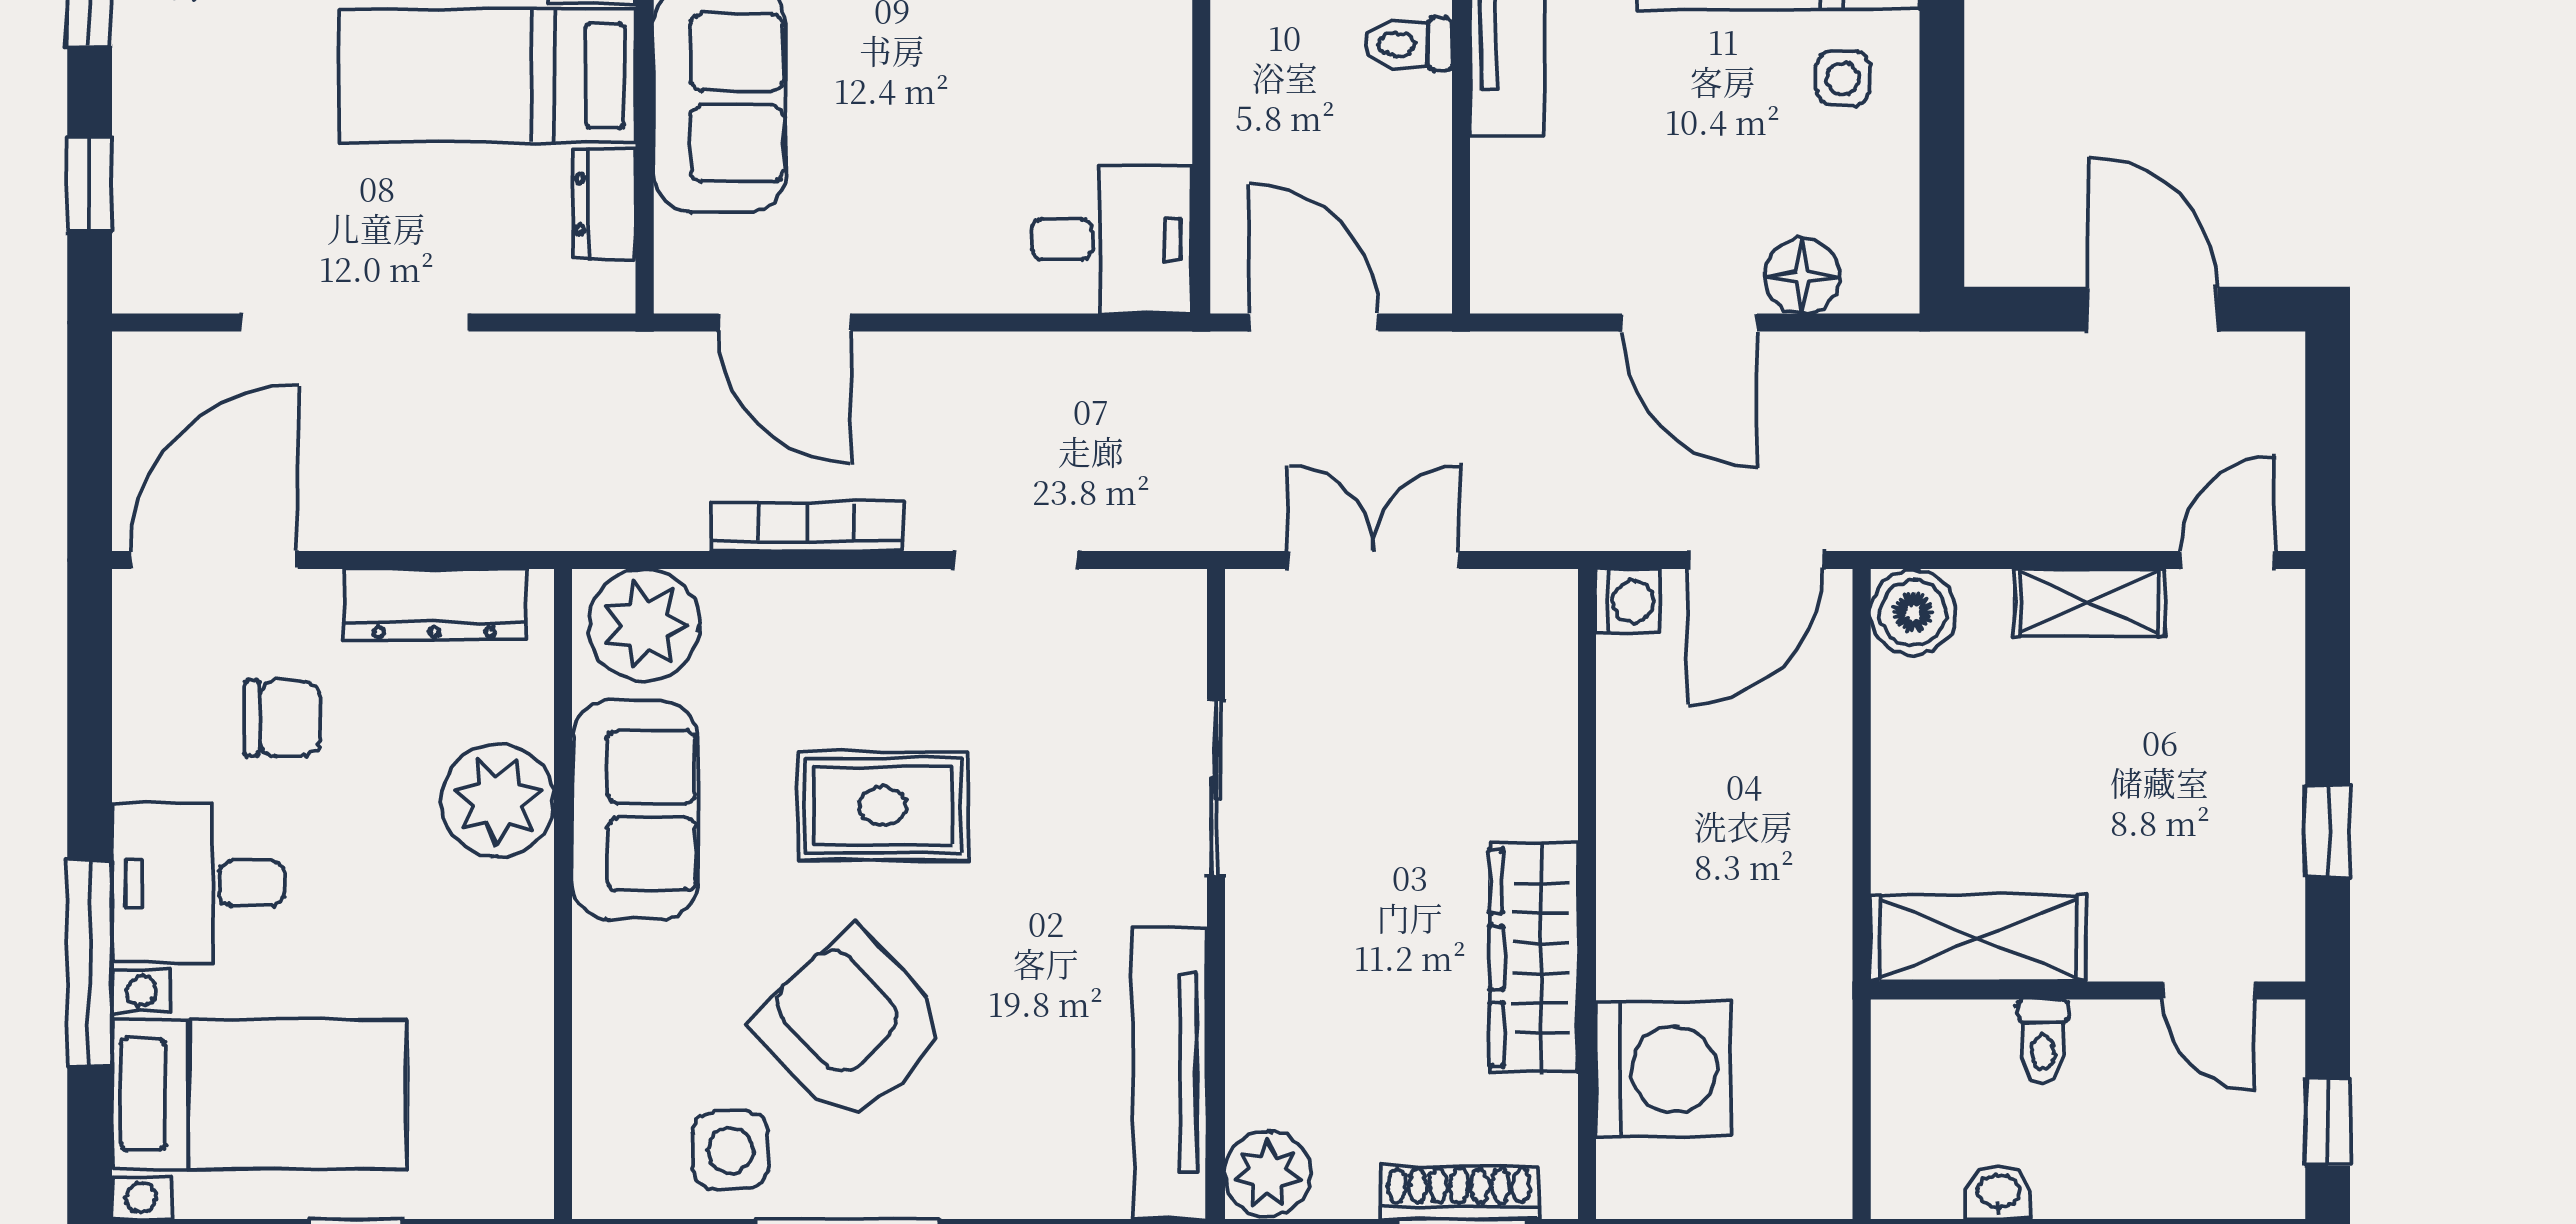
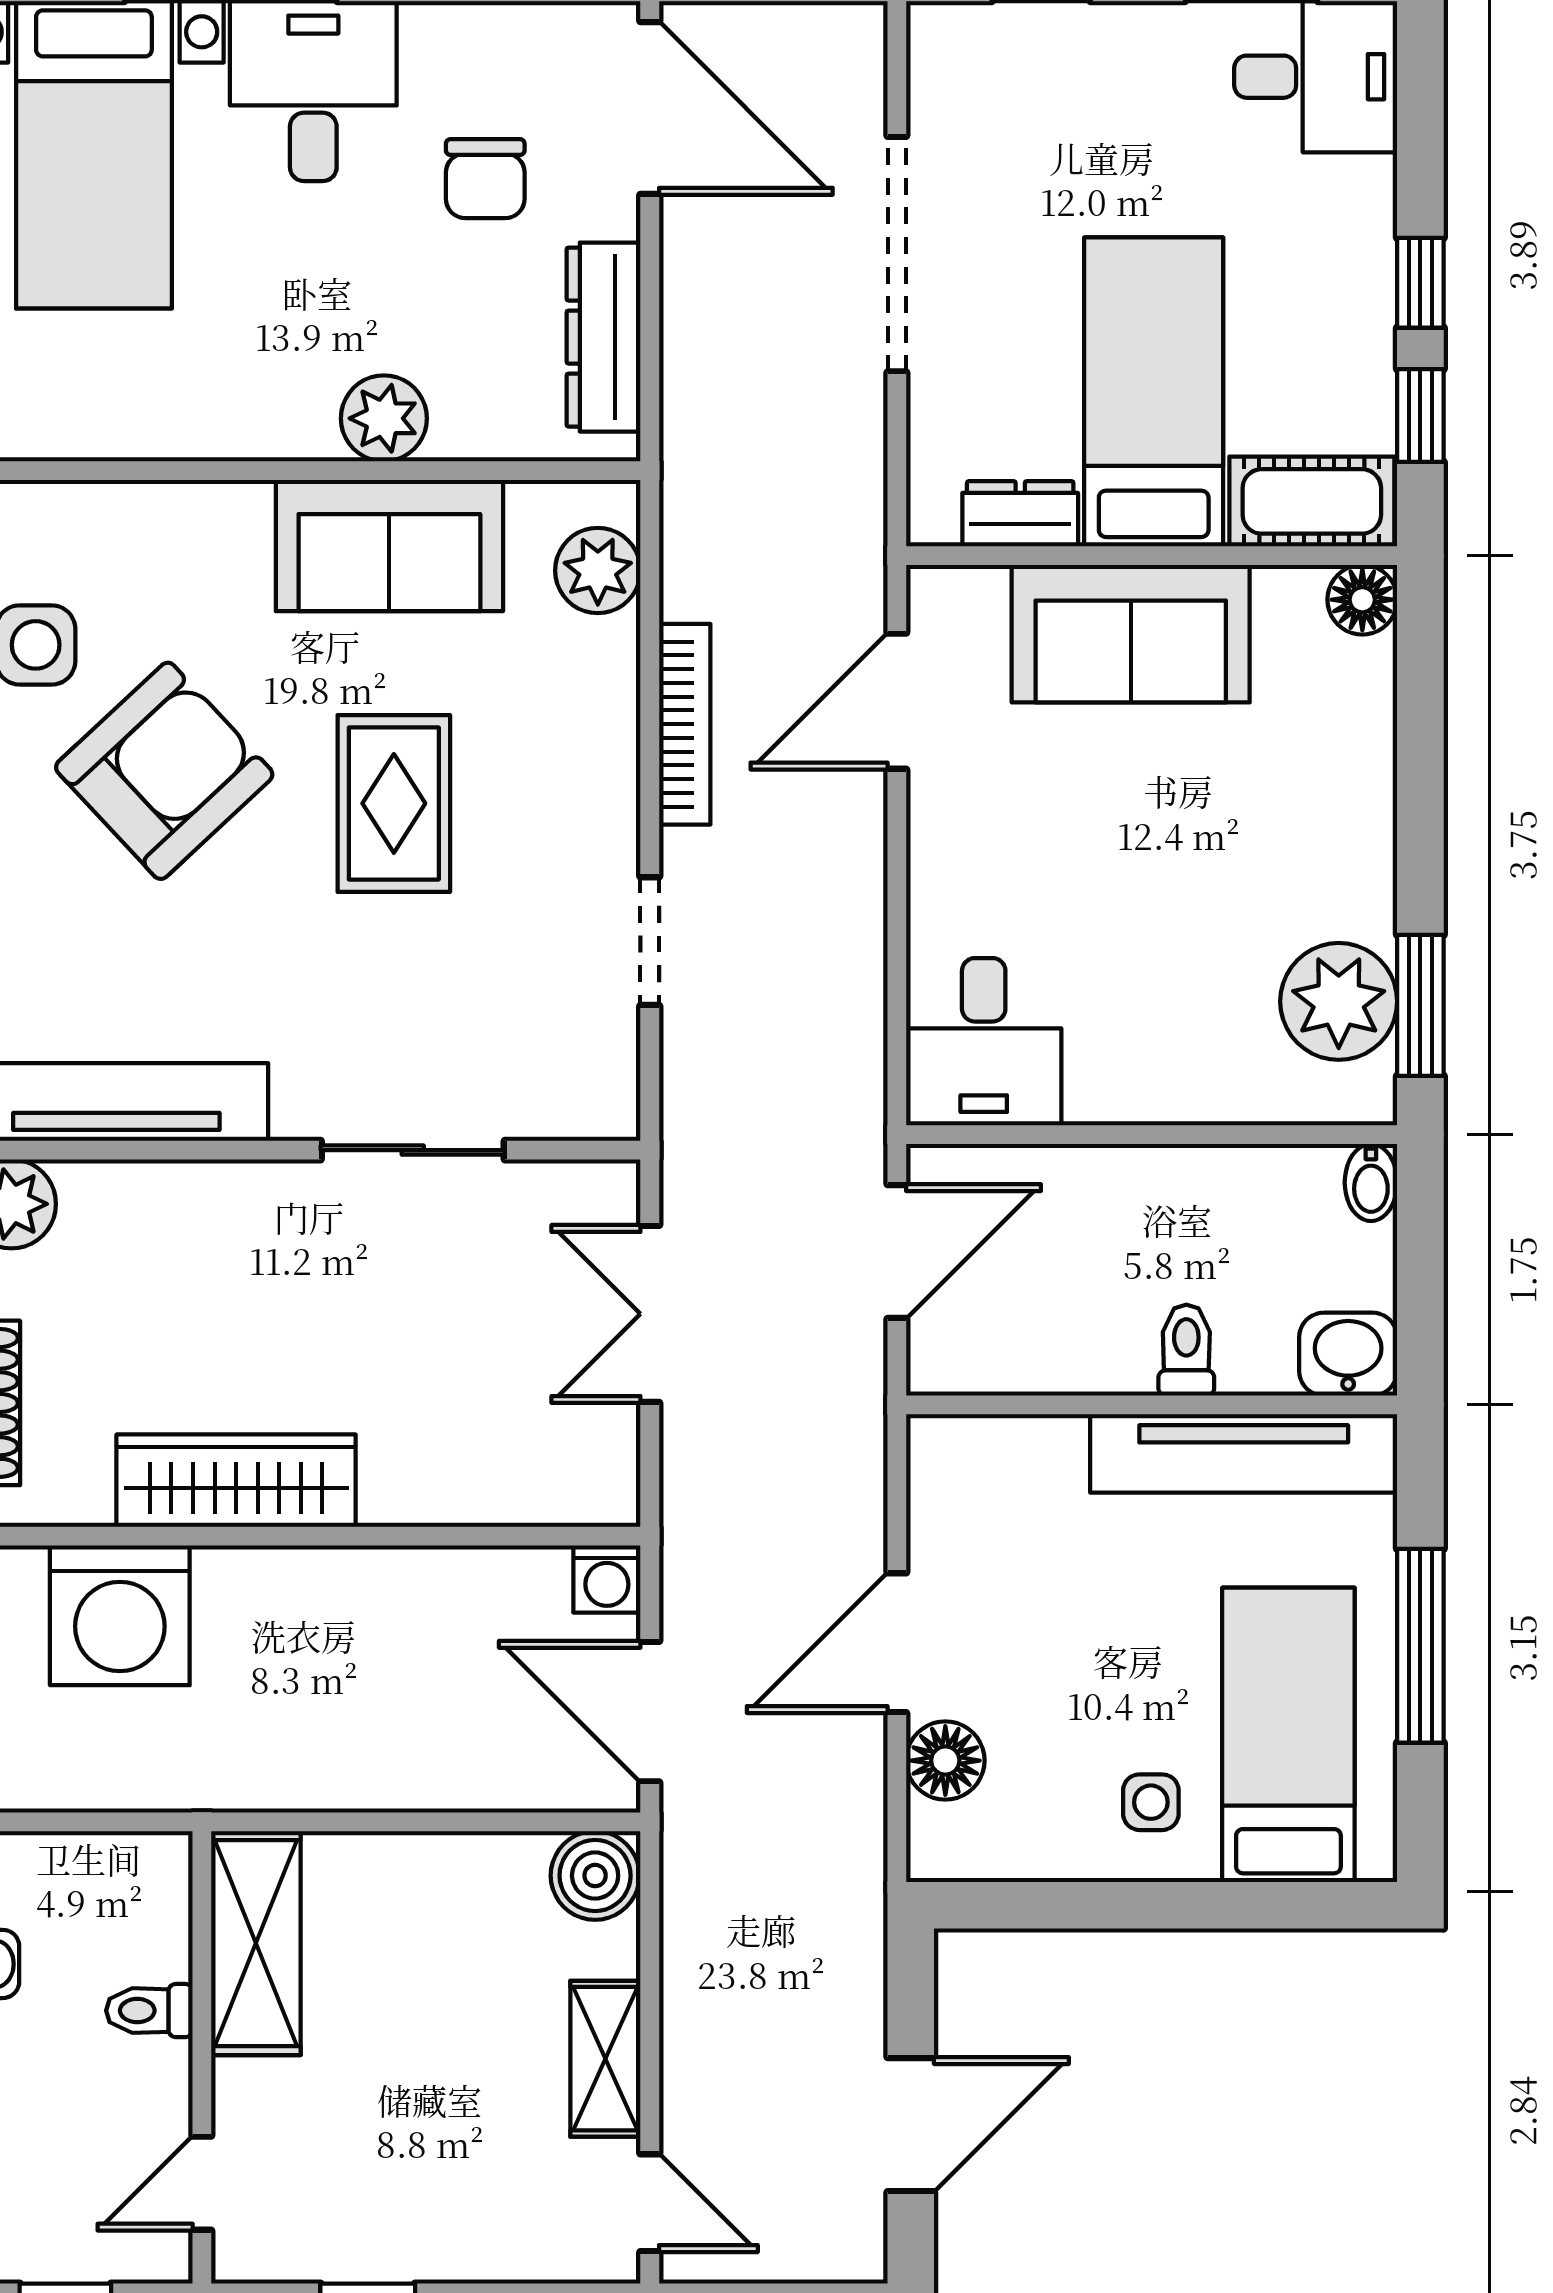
double door: (1374, 560) -> (650, 1314), swing flipped
plant: (644, 625) -> (598, 571), width x0.73, depth x0.73
plant: (498, 801) -> (384, 418), width x0.73, depth x0.73

